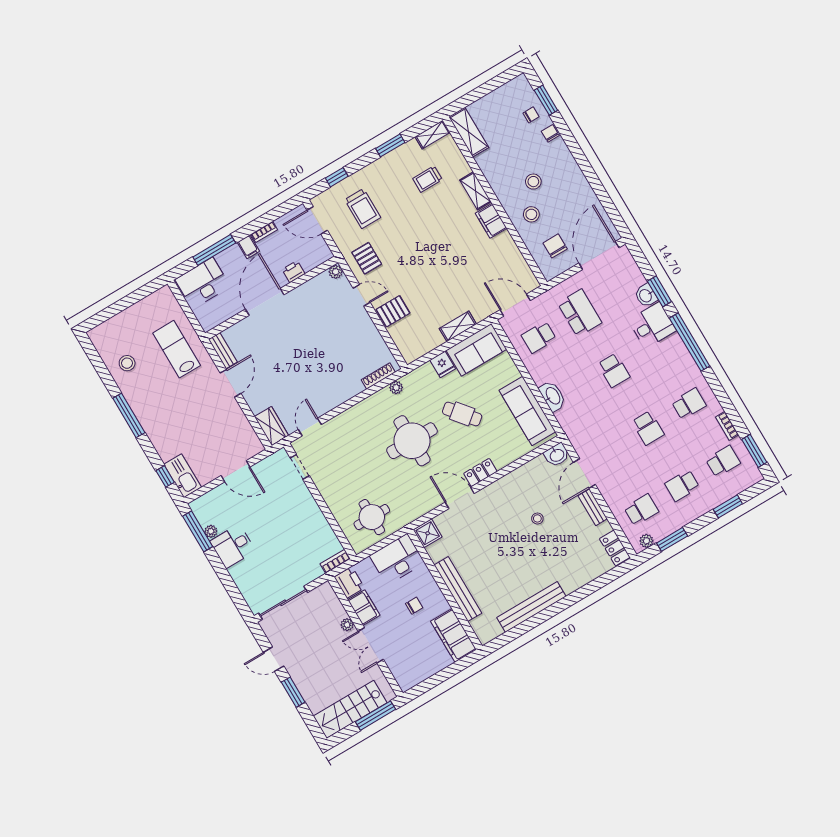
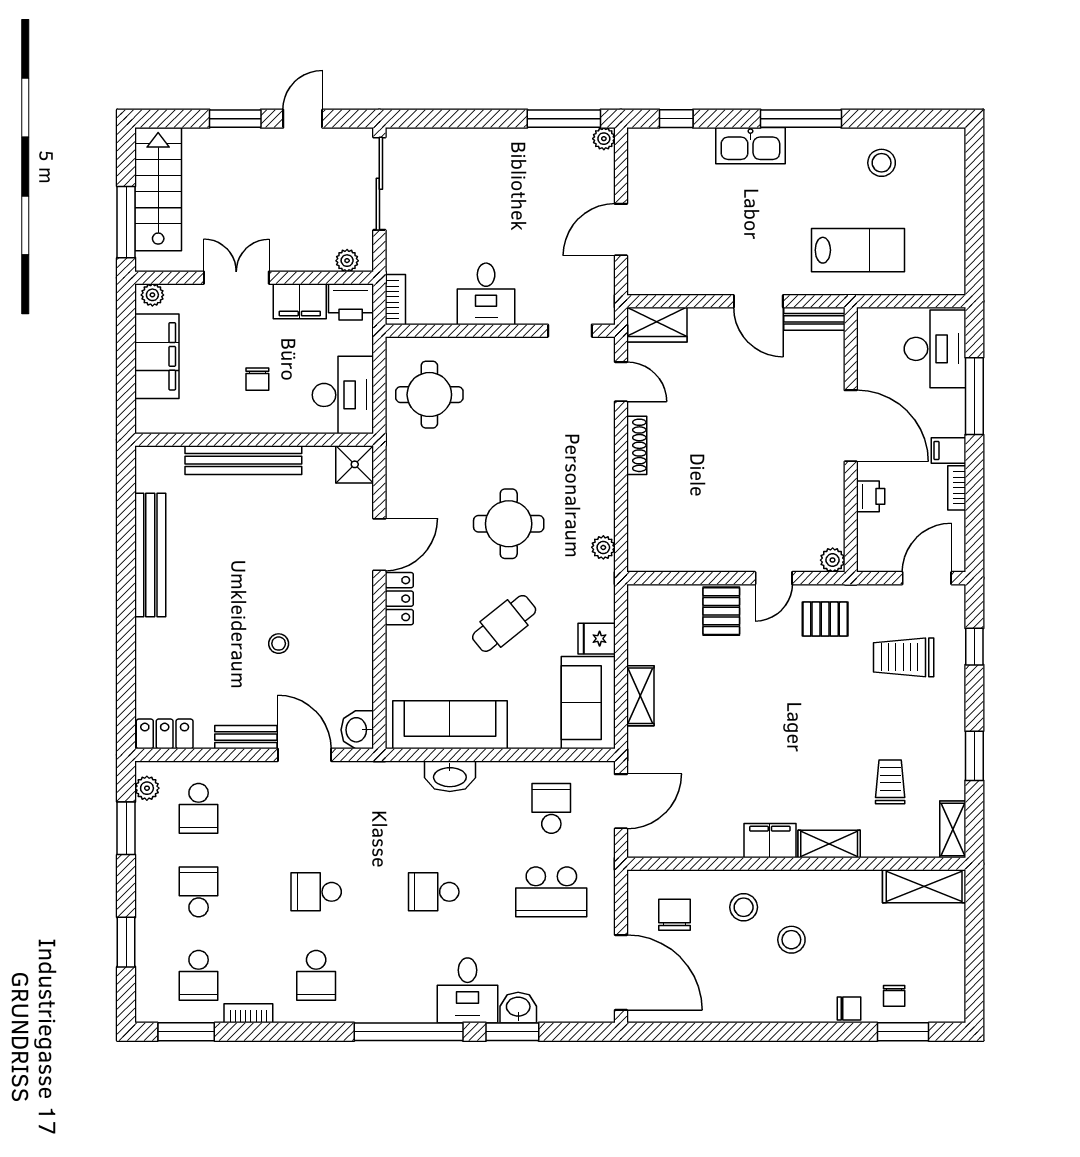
chair: (555, 246) -> (675, 915), turned -90
shoe rack: (378, 376) -> (637, 445), moved
round table: (412, 441) -> (509, 524), width x0.73, depth x0.73
kitchen sink: (183, 476) -> (750, 146), moved
plant: (211, 531) -> (604, 139), moved
desk: (233, 546) -> (486, 294), moved, turned 180
plant: (347, 625) -> (347, 261), moved
filing cabinet: (453, 635) -> (157, 356), moved, turned 90
plant: (403, 682) -> (152, 295), added

